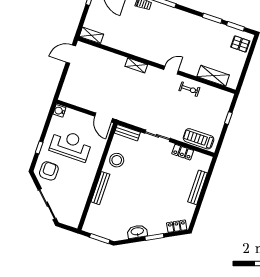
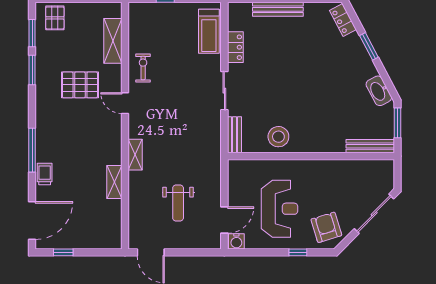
shelving: (91, 35) -> (114, 182), moved
pallet: (192, 45) -> (80, 85), added
weight bench: (96, 82) -> (178, 203), added
door: (104, 117) -> (224, 220), moved
reception desk: (71, 145) -> (280, 209), turned 180
armchair: (49, 171) -> (326, 227), turned 73
bench: (100, 188) -> (370, 146), moved
washbasin: (137, 232) -> (379, 91), moved

